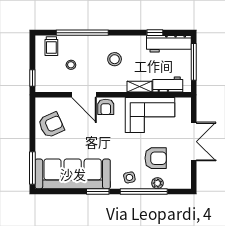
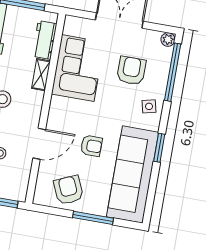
armchair: (106, 107) -> (91, 146), moved
window: (32, 168) -> (93, 218), moved
plant: (157, 183) -> (168, 40), moved
window: (144, 191) -> (173, 72), moved

